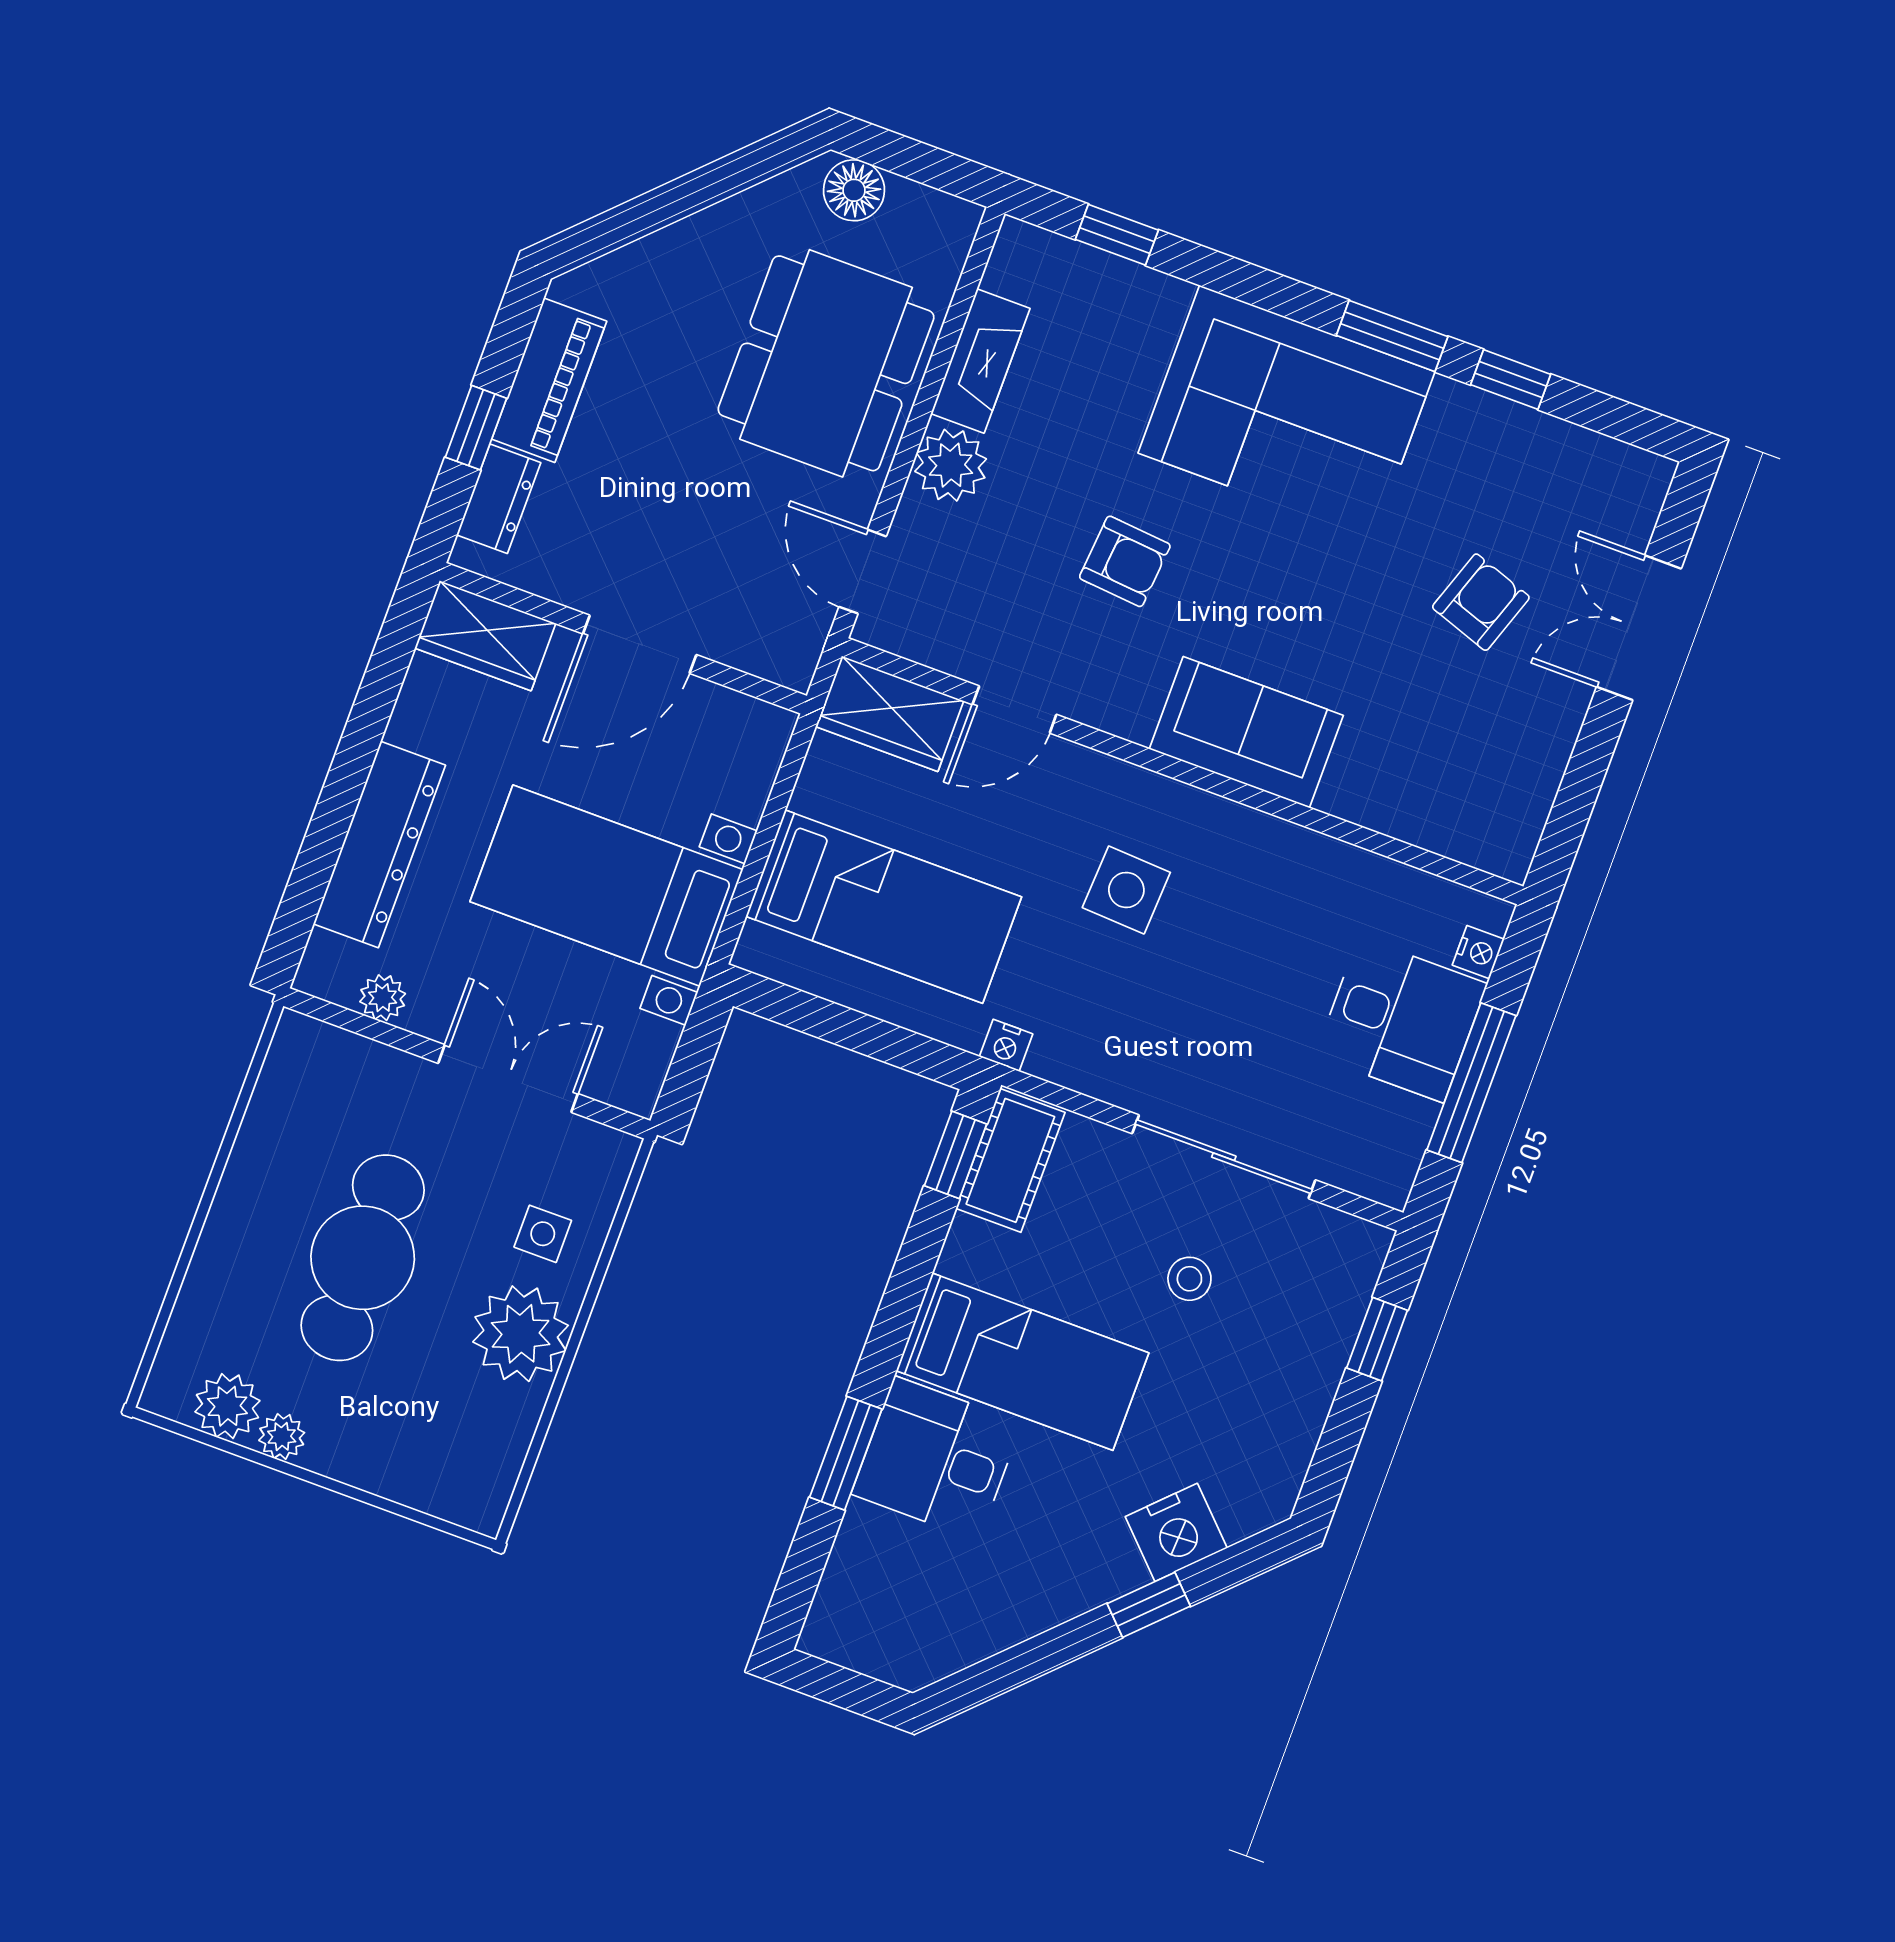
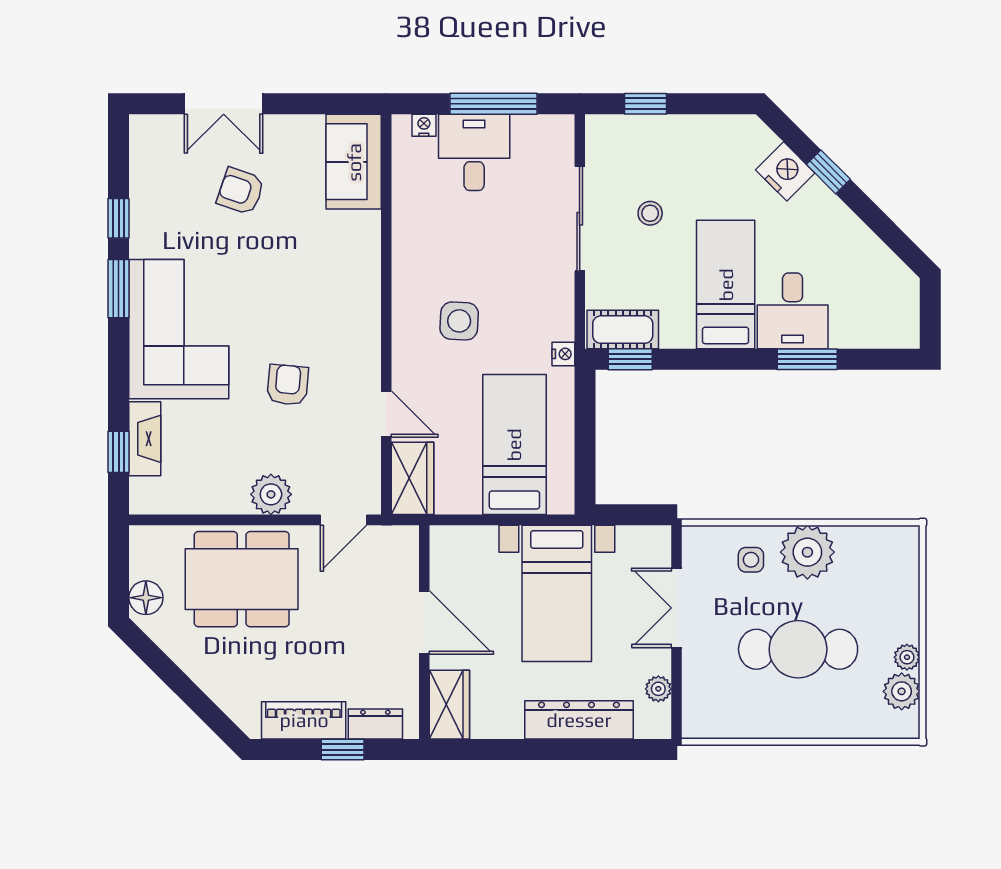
fireplace: (980, 361) -> (145, 439), moved, turned 90
sofa: (1246, 732) -> (354, 162), moved

